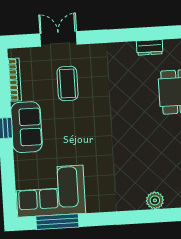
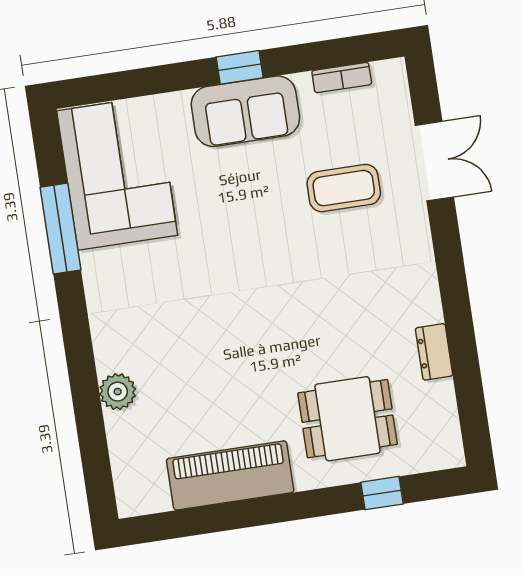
bookcase: (15, 80) -> (342, 78), width x0.64
window: (57, 222) -> (60, 229), moved

